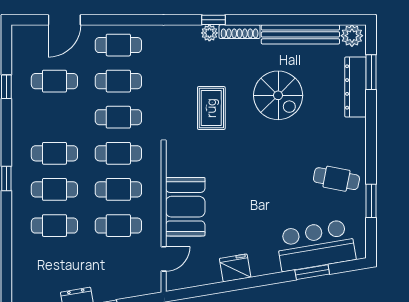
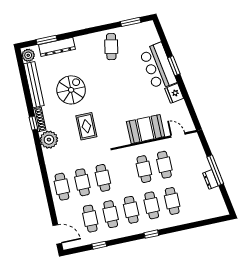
door: (64, 20) -> (57, 234), moved
window: (214, 20) -> (33, 123), moved
plant: (209, 33) -> (49, 140), width x1.88, depth x1.88
rug: (211, 108) -> (86, 126), turned 90
cafe table: (118, 153) -> (111, 214), moved
window: (371, 201) -> (131, 22), moved
bar counter: (316, 245) -> (158, 67), moved
window: (312, 272) -> (174, 66), moved

